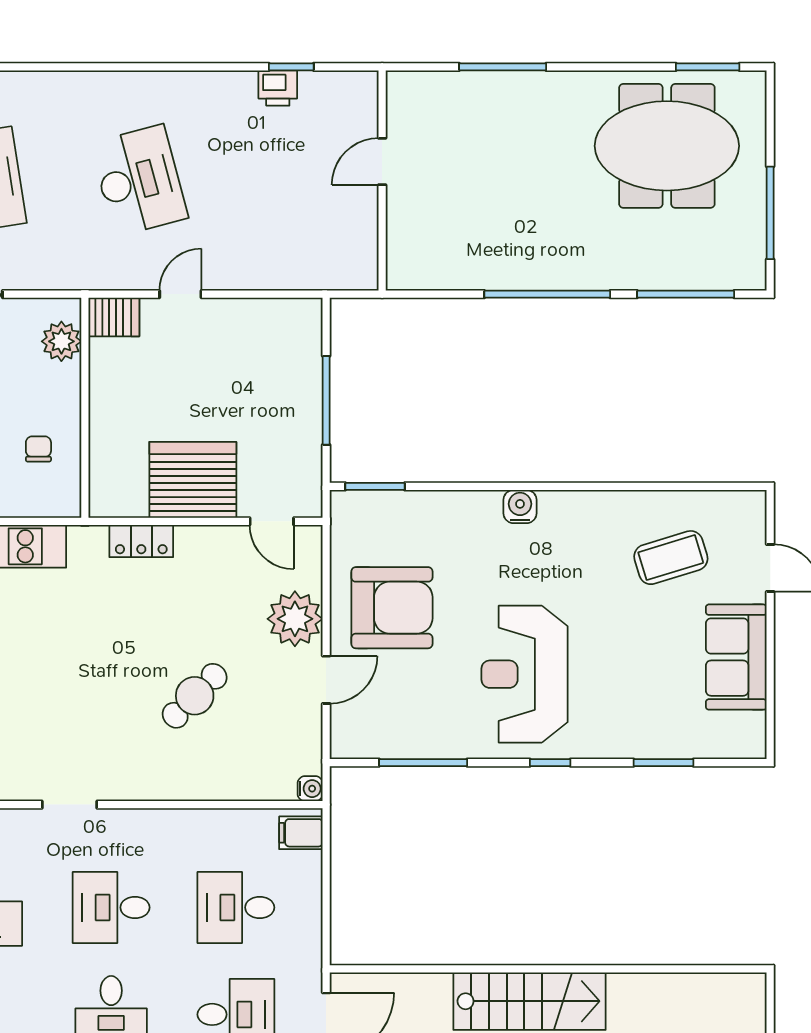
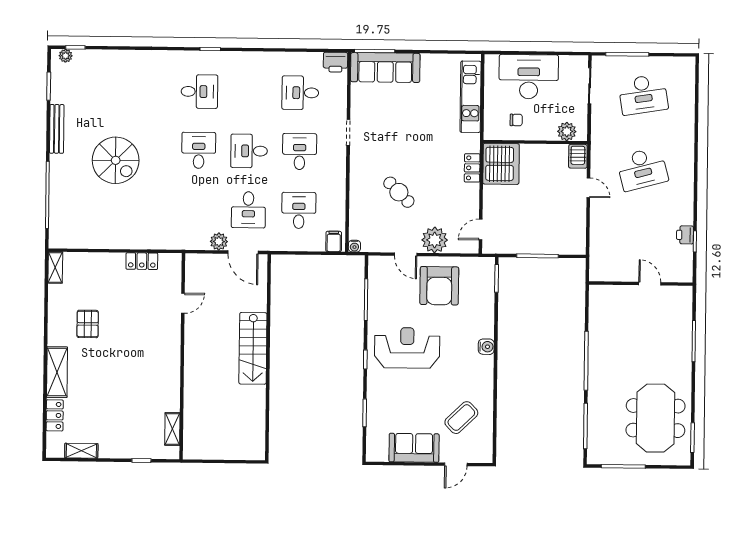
server rack: (193, 480) -> (501, 164), moved
coffee table: (671, 558) -> (461, 418), turned 63

